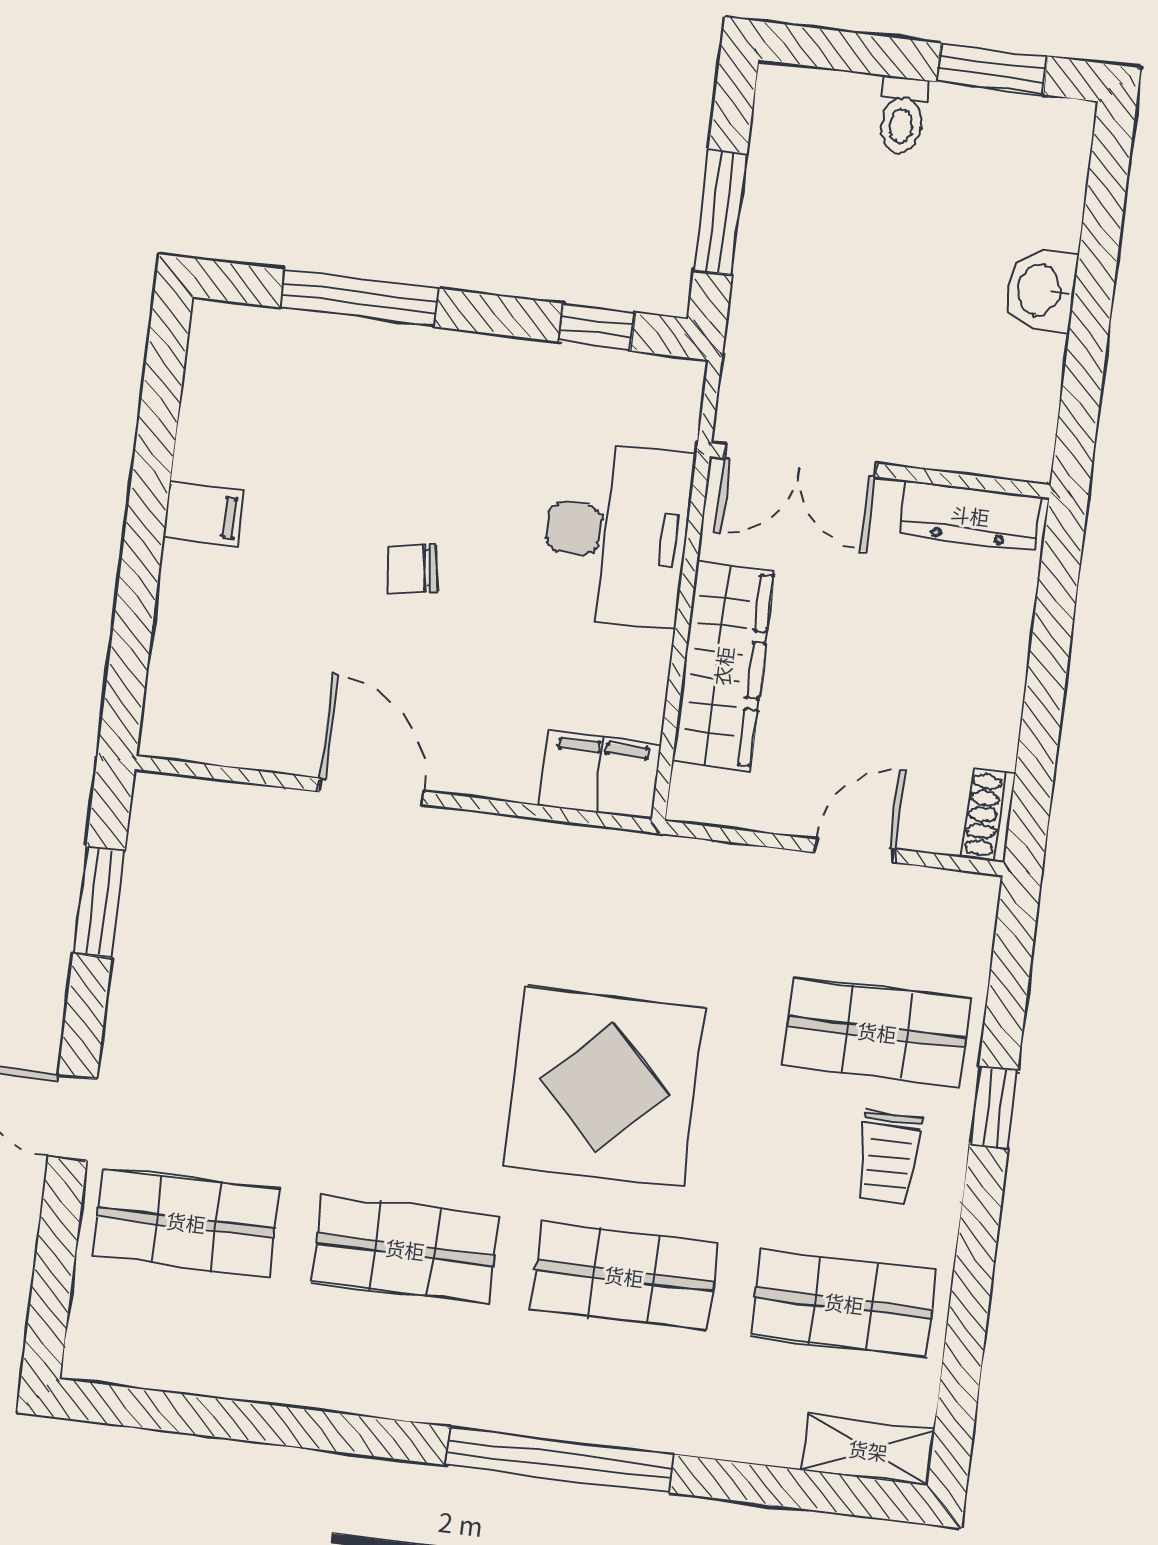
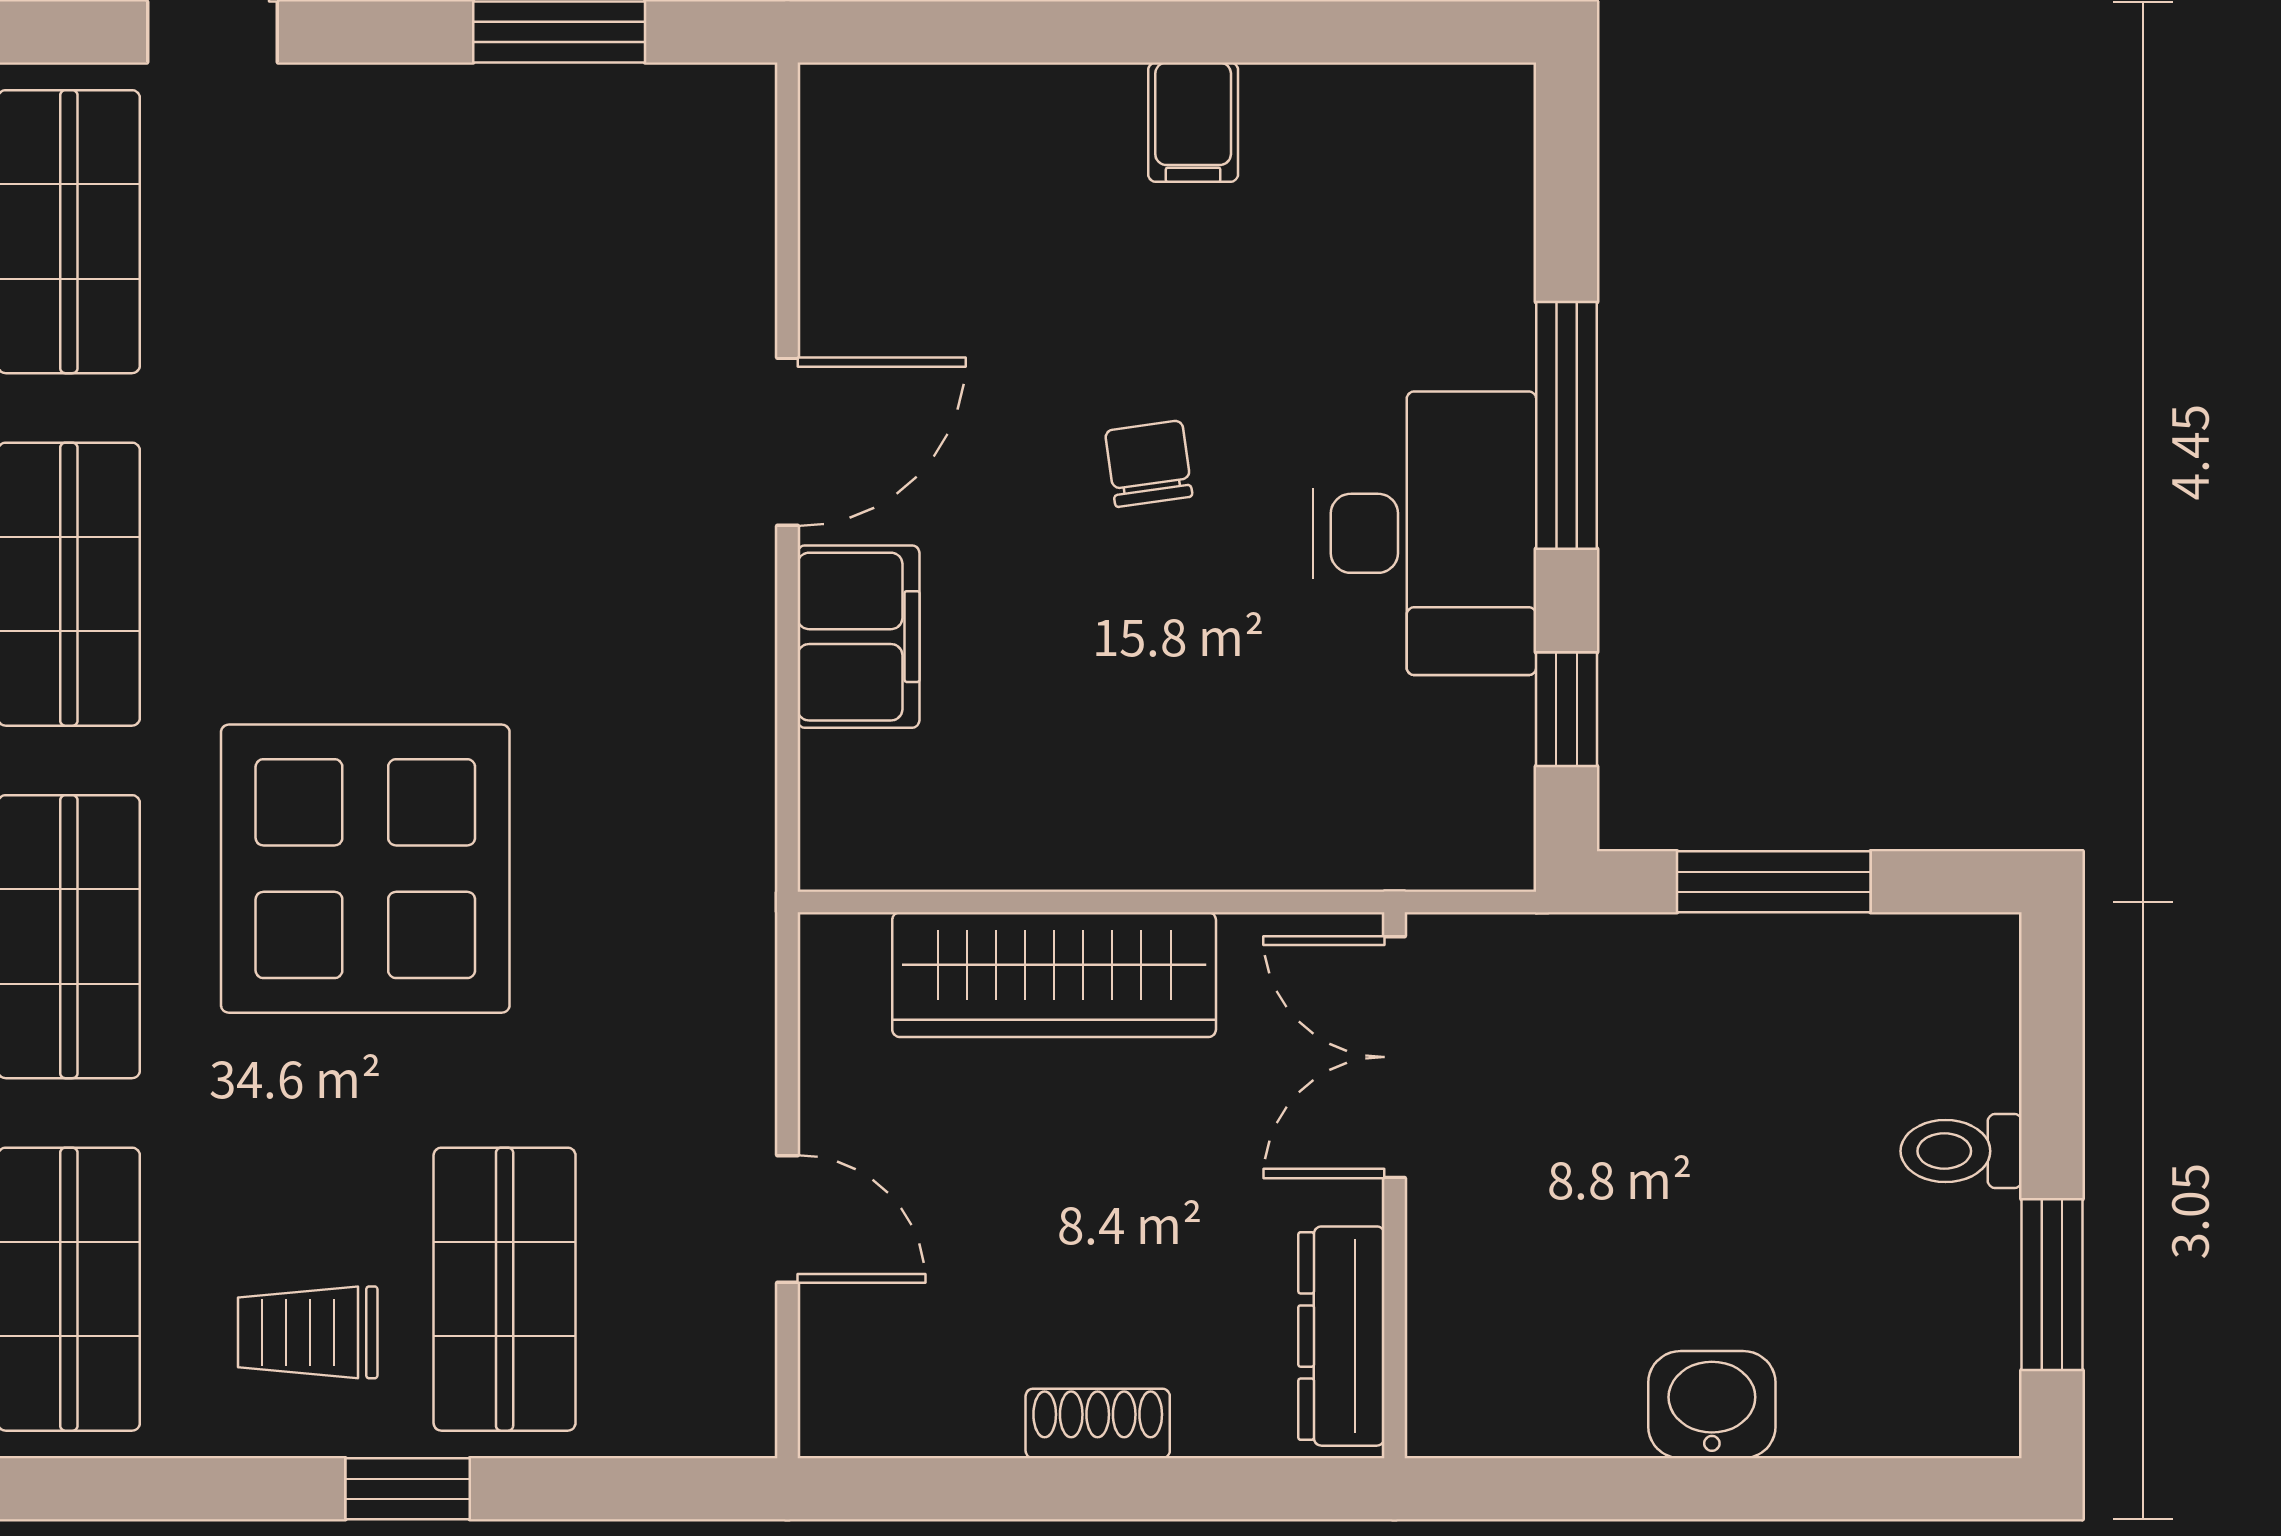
window: (359, 298) -> (1566, 425), moved
desk: (617, 533) -> (1425, 533), moved, turned -90
filing cabinet: (600, 775) -> (858, 637), moved
shoe rack: (988, 815) -> (1098, 1423), moved

